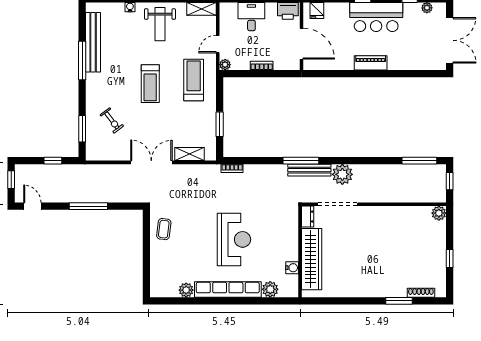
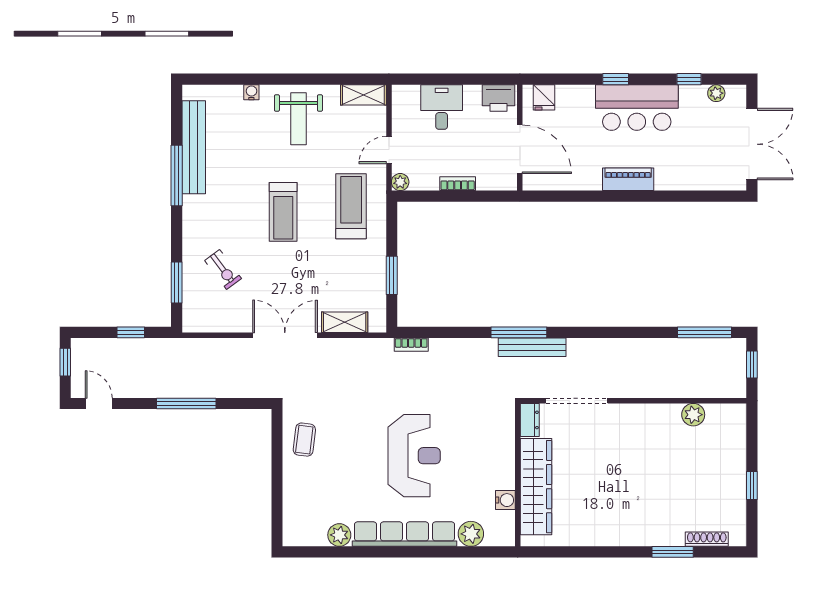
plant: (342, 174) -> (584, 354), removed
plant: (439, 213) -> (693, 415), moved

